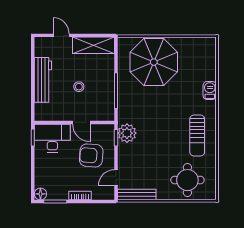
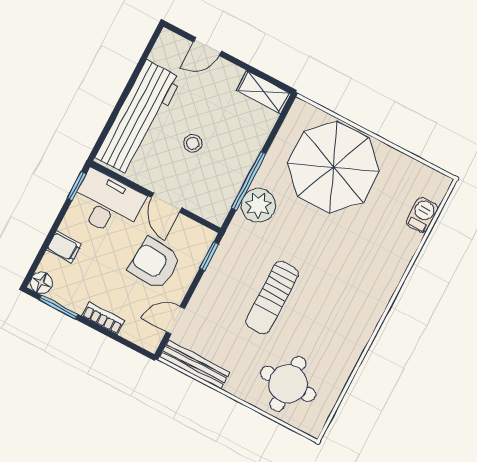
door: (61, 35) -> (207, 46), swing flipped
shelving: (93, 45) -> (264, 92), width x0.67, depth x0.75
workbench: (43, 80) -> (138, 118), width x1.36, depth x1.32
barbecue: (210, 91) -> (422, 215), moved
plant: (127, 133) -> (258, 205), moved
sun lounger: (197, 136) -> (272, 298), moved
filing cabinet: (42, 171) -> (64, 247), added

